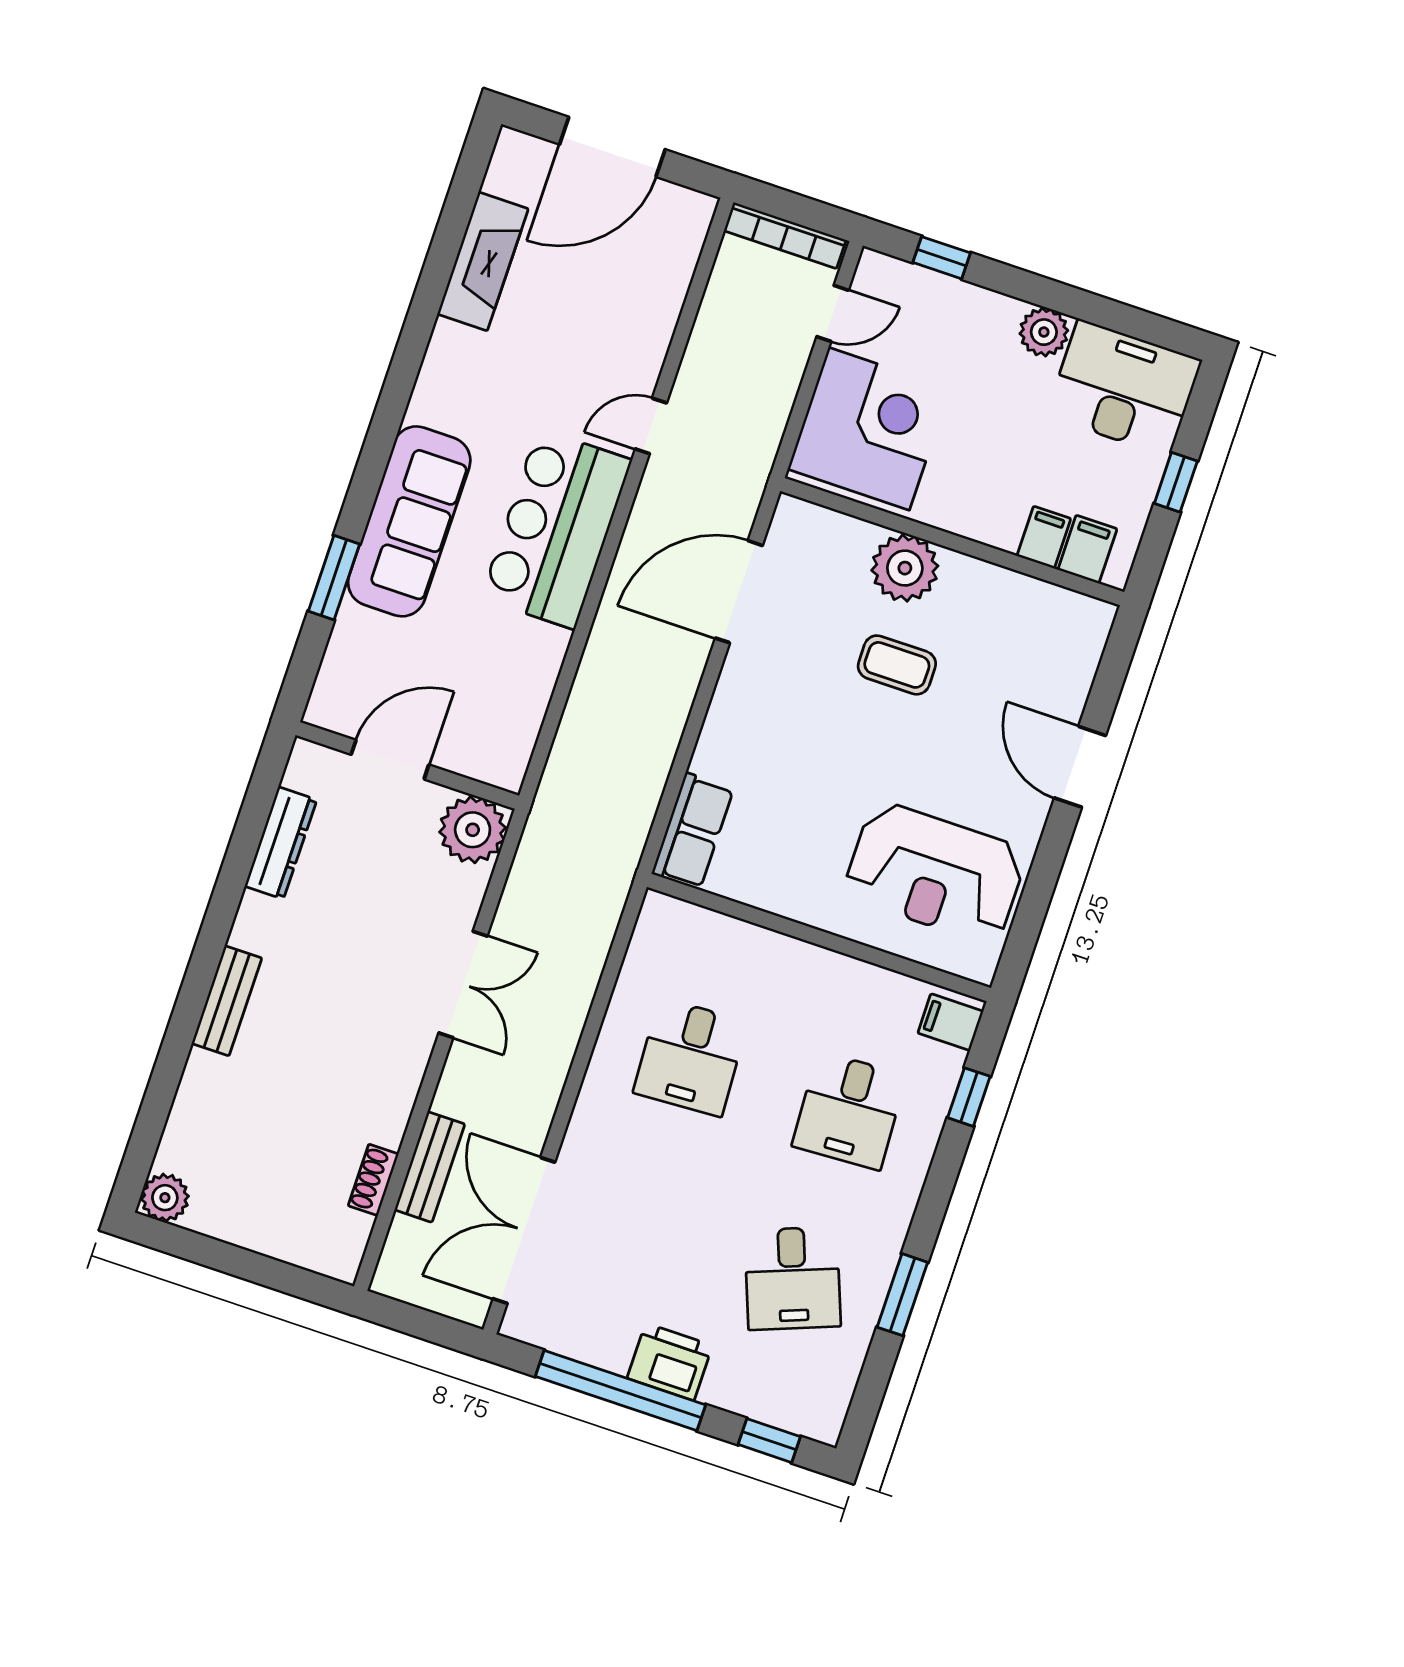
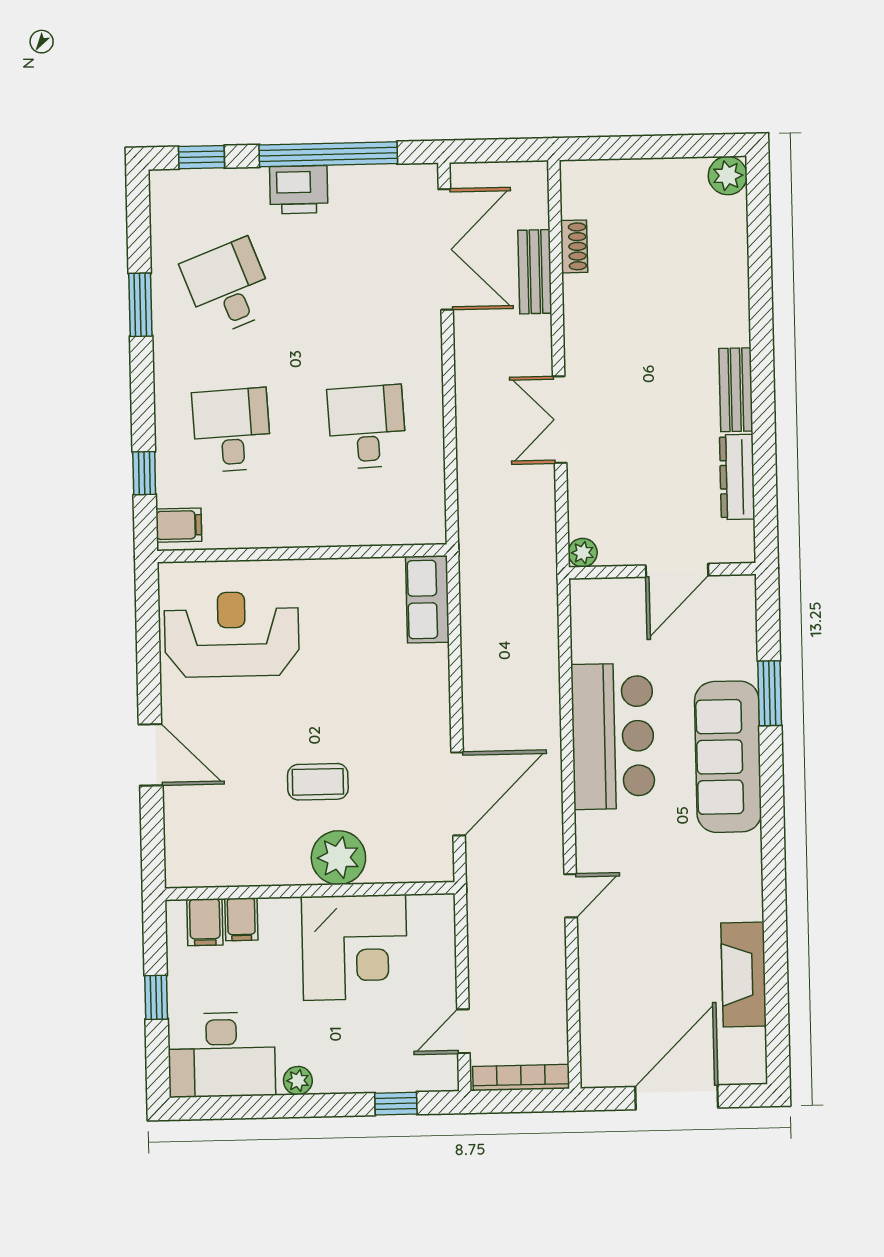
plant: (1044, 332) -> (298, 1081), width x0.73, depth x0.73
corner desk: (869, 429) -> (355, 947), moved, turned -90
bar counter: (556, 529) -> (613, 736), moved
plant: (473, 830) -> (583, 553), width x0.53, depth x0.53
bench: (227, 1001) -> (736, 390), moved

